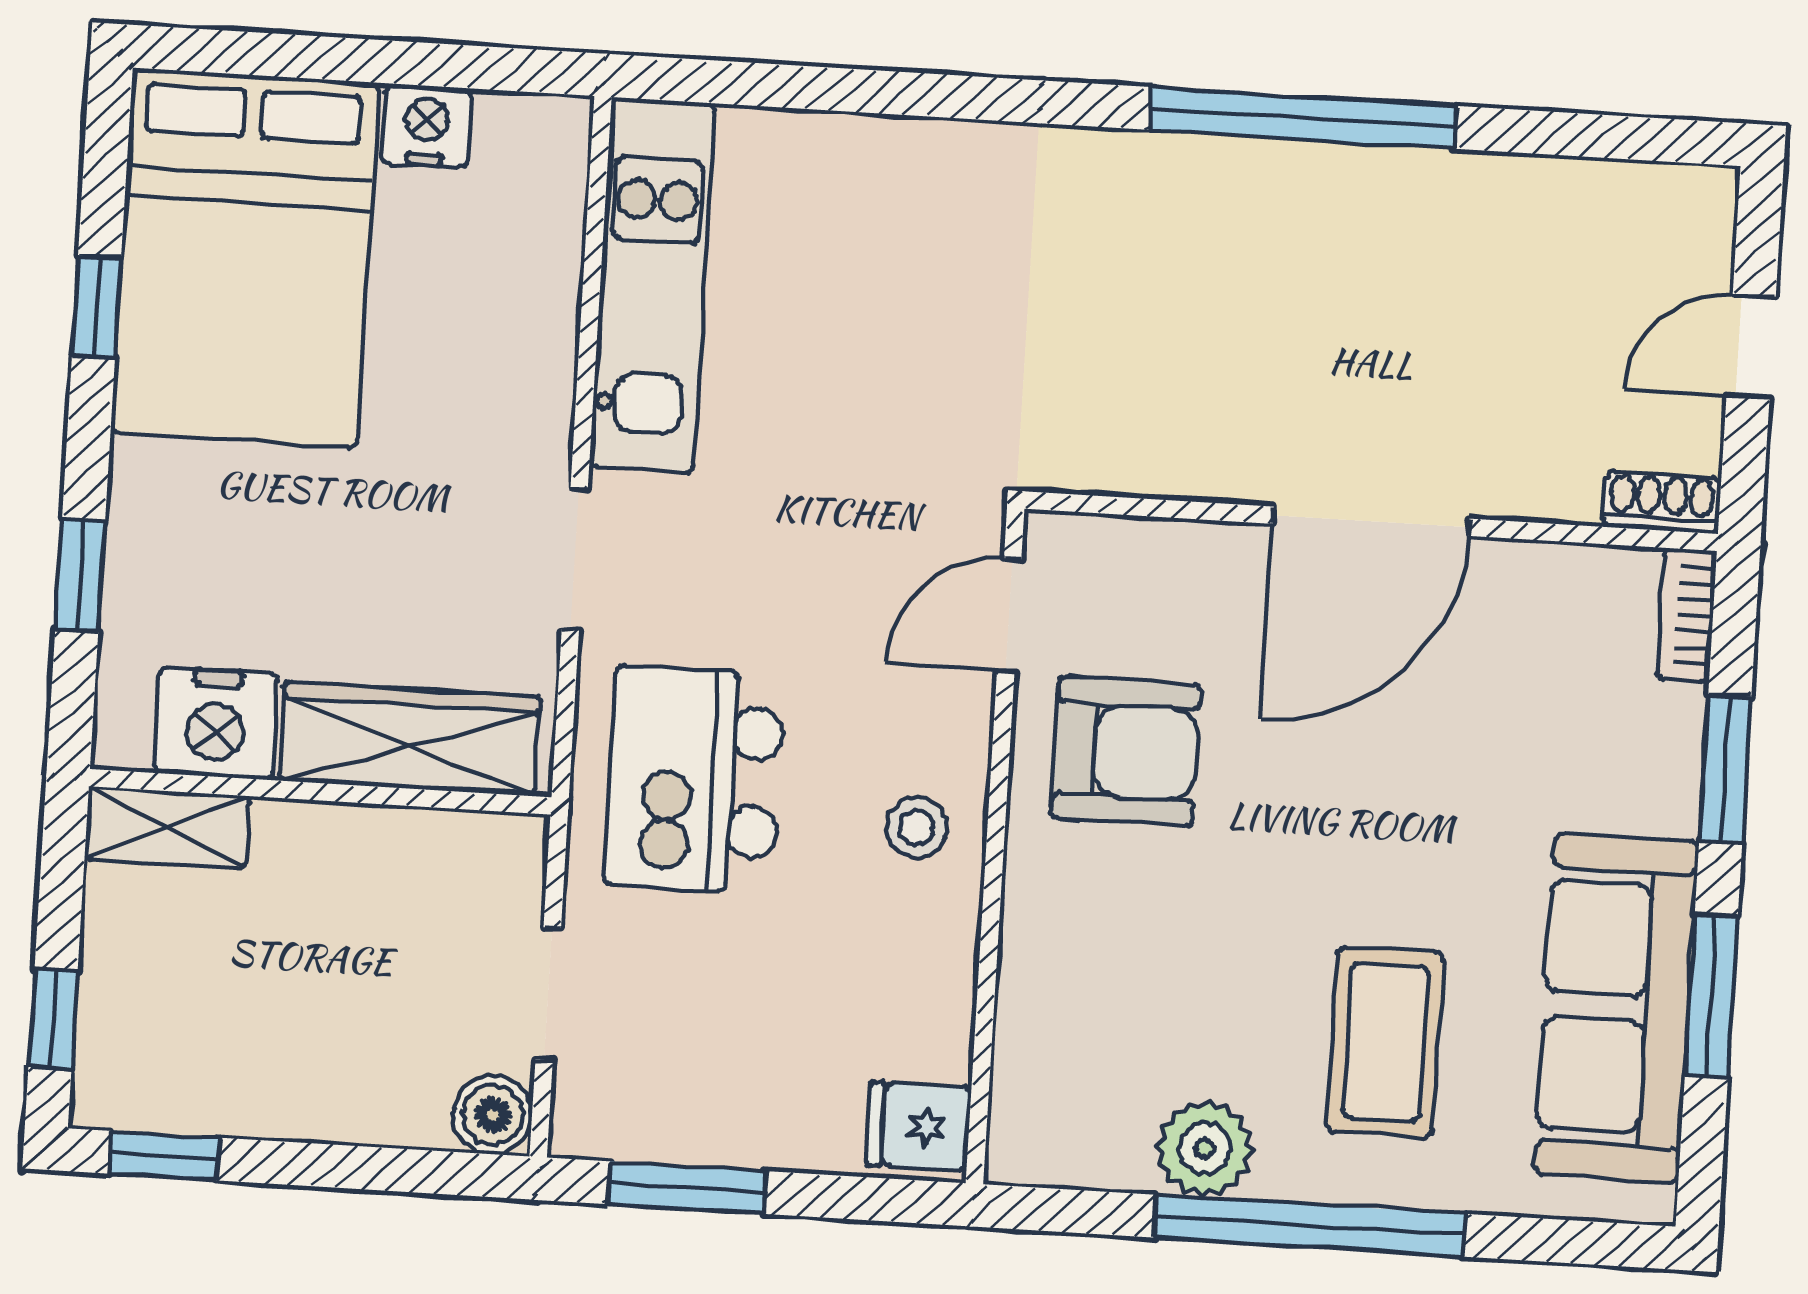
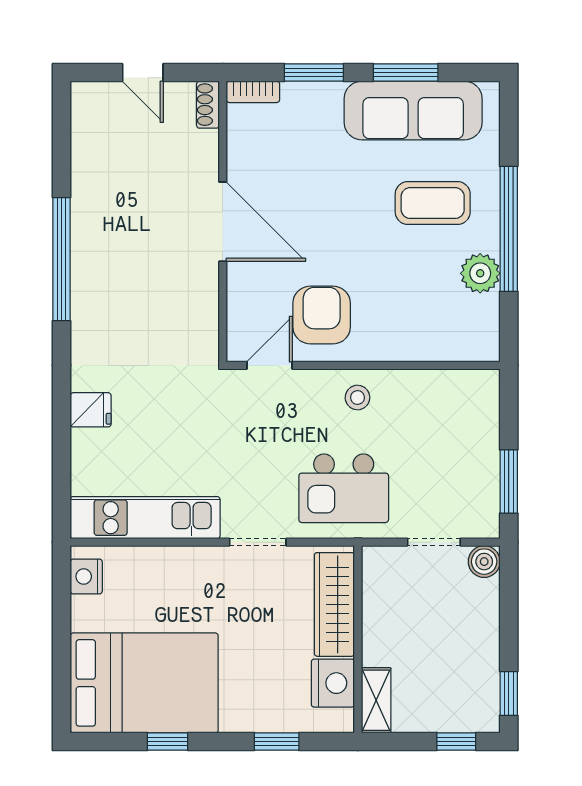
nightstand: (427, 125) -> (86, 576), moved
door: (1009, 615) -> (270, 365), swing flipped
fridge: (919, 1126) -> (91, 410), moved, turned -90

